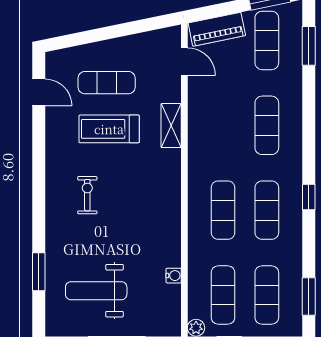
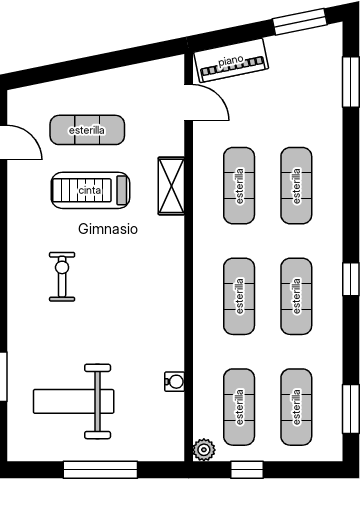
exercise mat: (267, 40) -> (239, 186), moved

